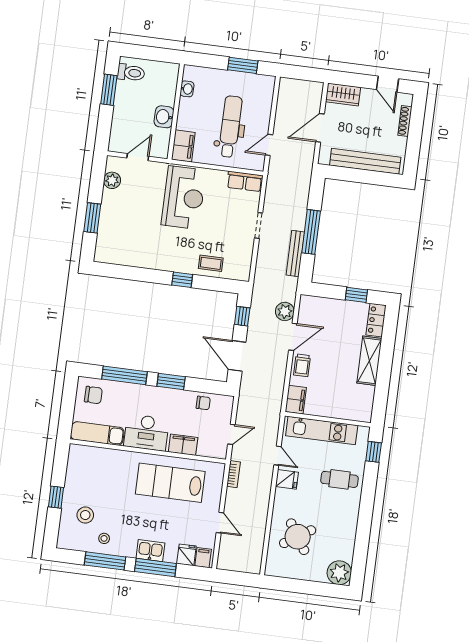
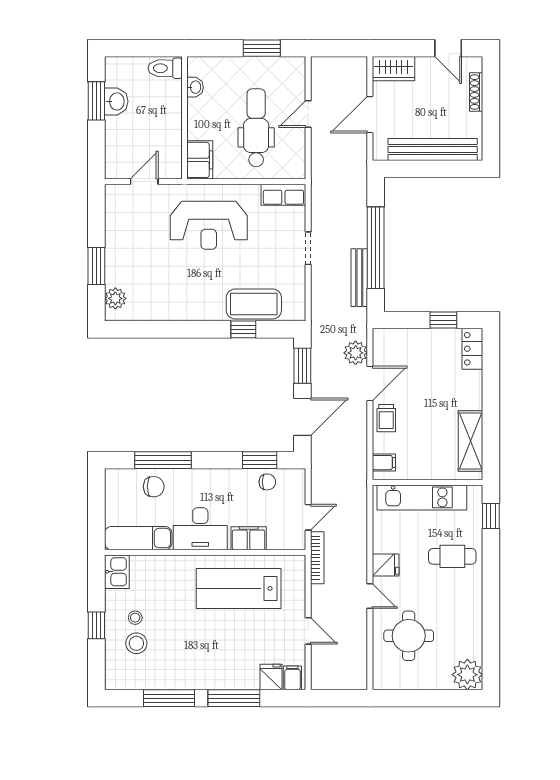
toilet: (131, 73) -> (165, 68), moved, turned 180
washbasin: (164, 117) -> (116, 101), moved, turned 180
door: (269, 145) -> (308, 114), moved
plant: (112, 180) -> (115, 298), moved
reception desk: (184, 198) -> (209, 225), turned 90
window: (311, 232) -> (376, 248), width x1.46
coffee table: (211, 263) -> (254, 304), width x1.86, depth x1.72
window: (182, 280) -> (243, 329), moved
window: (242, 316) -> (302, 366), width x1.50
door: (237, 356) -> (302, 417), swing flipped
shelving: (369, 361) -> (471, 441), moved
window: (171, 381) -> (260, 460), moved
chair: (93, 395) -> (154, 487), moved
filing cabinet: (296, 400) -> (384, 463), width x0.50
door: (277, 456) -> (370, 596), moved
bookcase: (233, 474) -> (317, 558), width x1.56
round table: (298, 537) -> (409, 636), turned 33
stool: (104, 538) -> (135, 618), moved
kitchen sink: (150, 551) -> (117, 572), moved, turned 90

